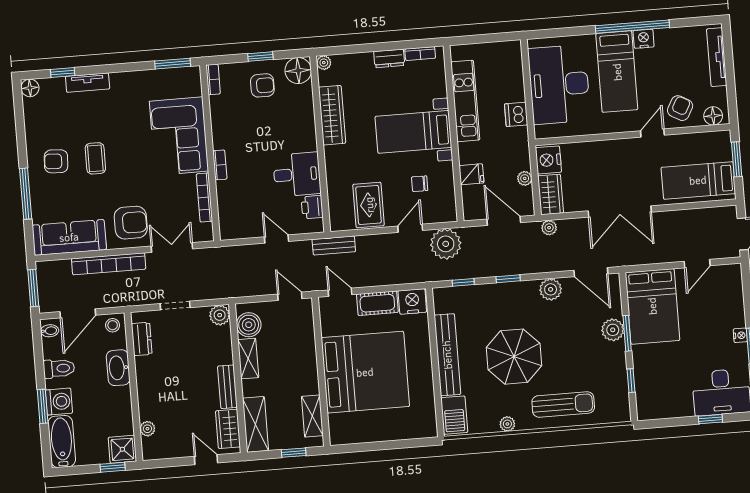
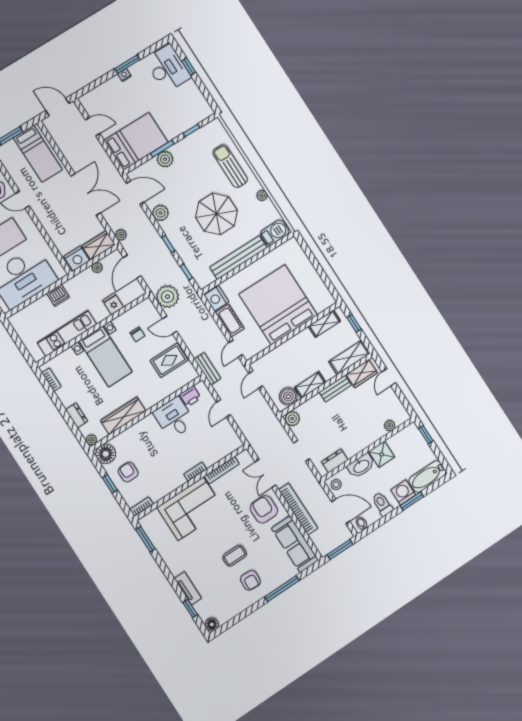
dresser: (389, 58) -> (77, 415), moved
door: (591, 272) -> (135, 193), hinge flipped
shower: (122, 449) -> (382, 454), moved

